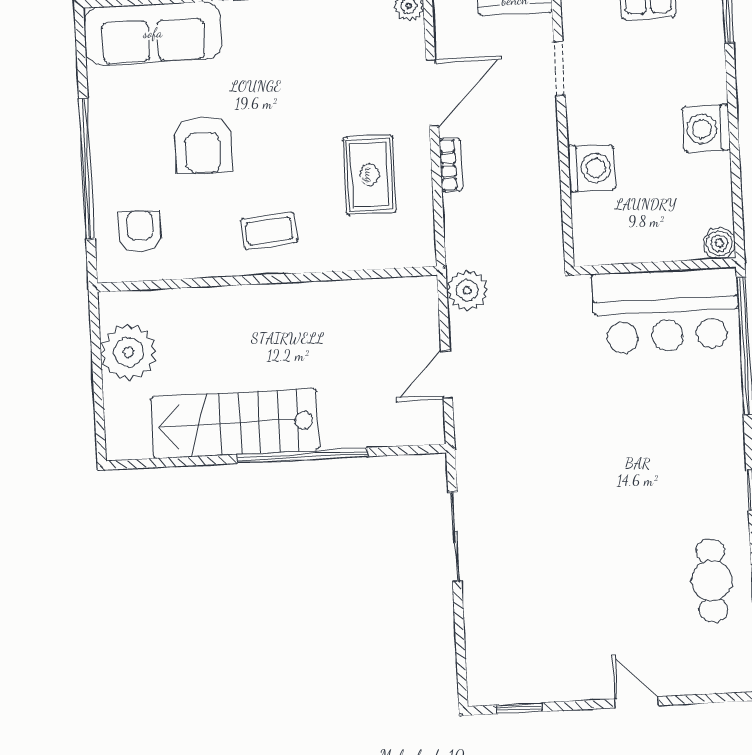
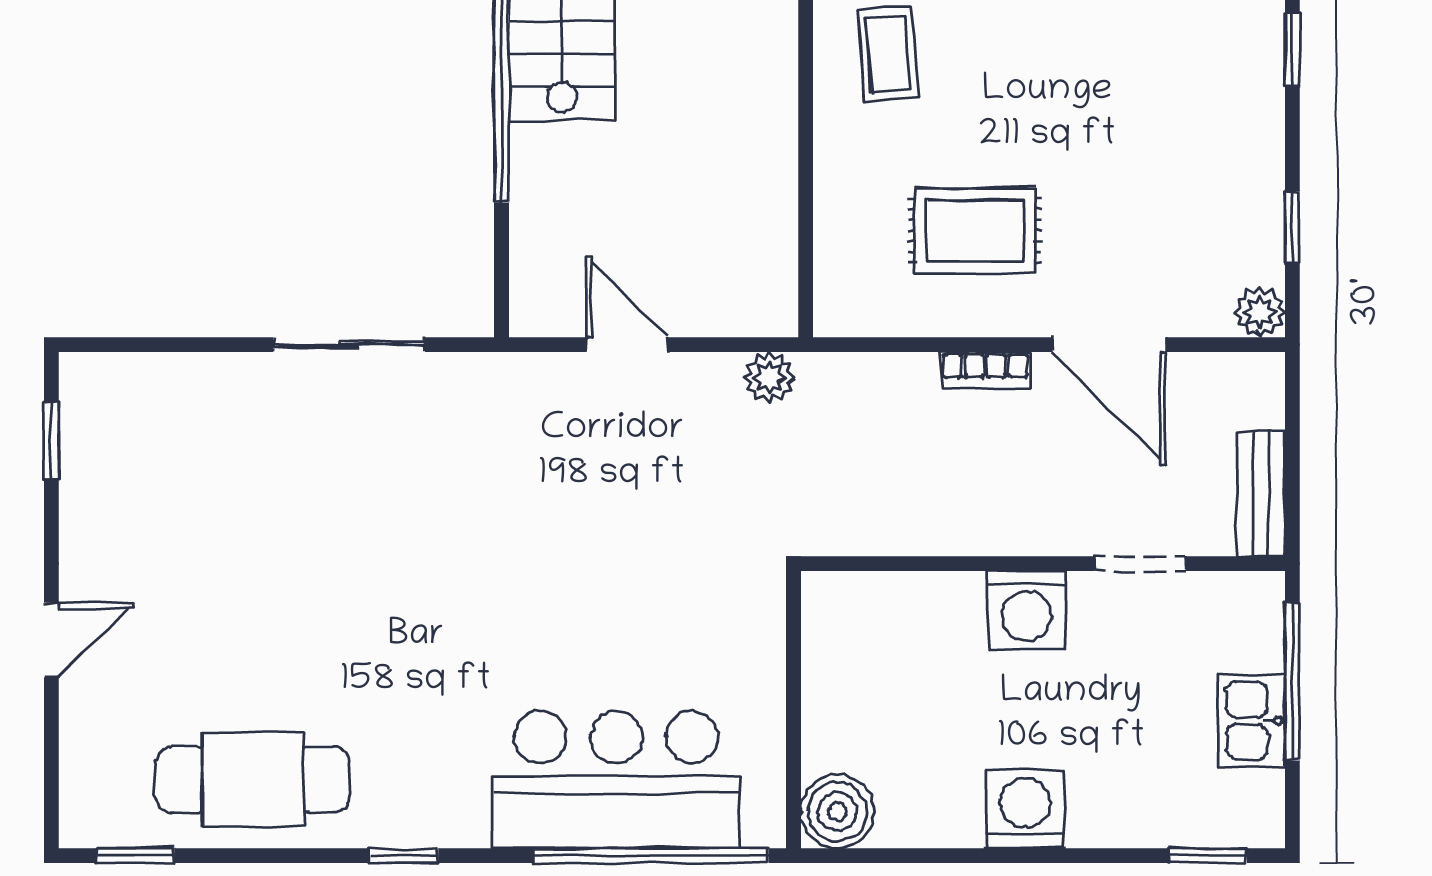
washing machine: (592, 168) -> (1027, 610), moved
boiler: (719, 243) -> (837, 812), width x1.36, depth x1.36
plant: (467, 290) -> (769, 377), width x0.73, depth x0.73
bar counter: (666, 311) -> (616, 780), moved, turned 90
cafe table: (712, 581) -> (253, 780), width x1.37, depth x1.35

